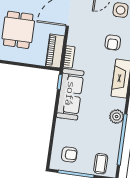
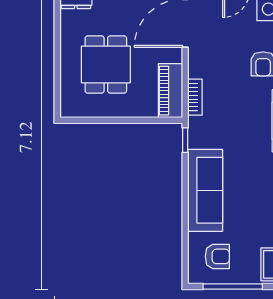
sofa: (70, 94) -> (205, 190), moved

